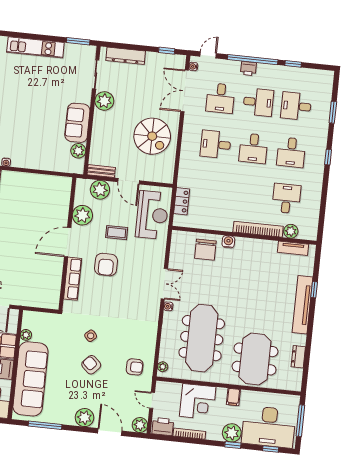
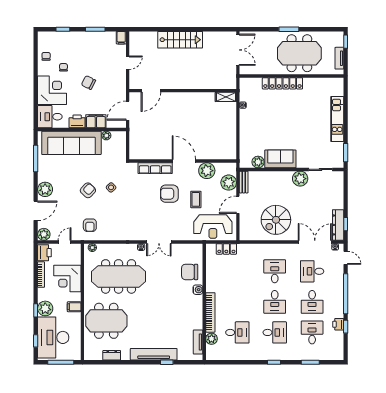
dresser: (126, 56) -> (338, 225), moved
printer: (248, 68) -> (338, 324), moved
desk: (253, 148) -> (275, 302), turned -90
desk: (291, 152) -> (275, 332), turned 180

